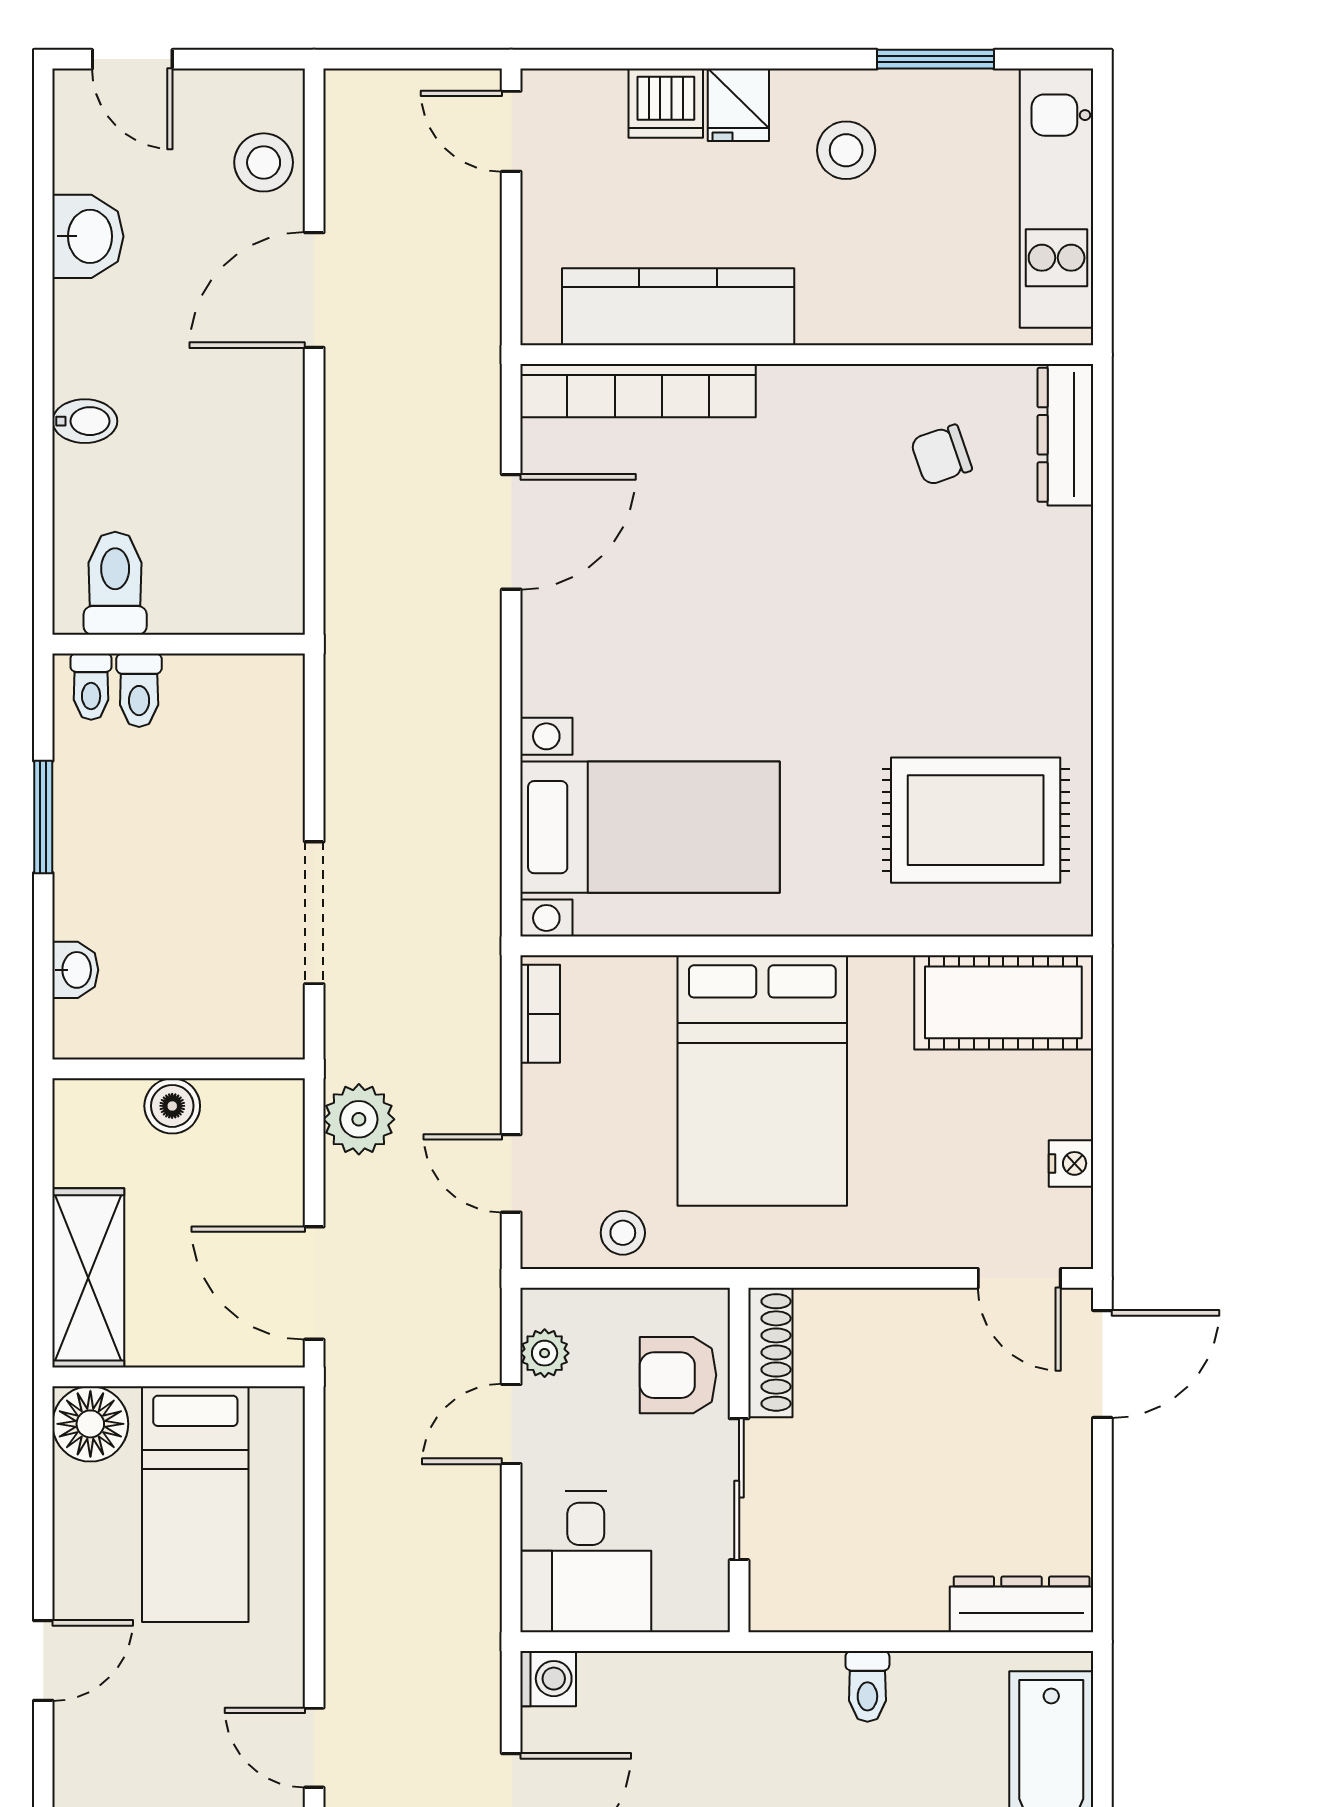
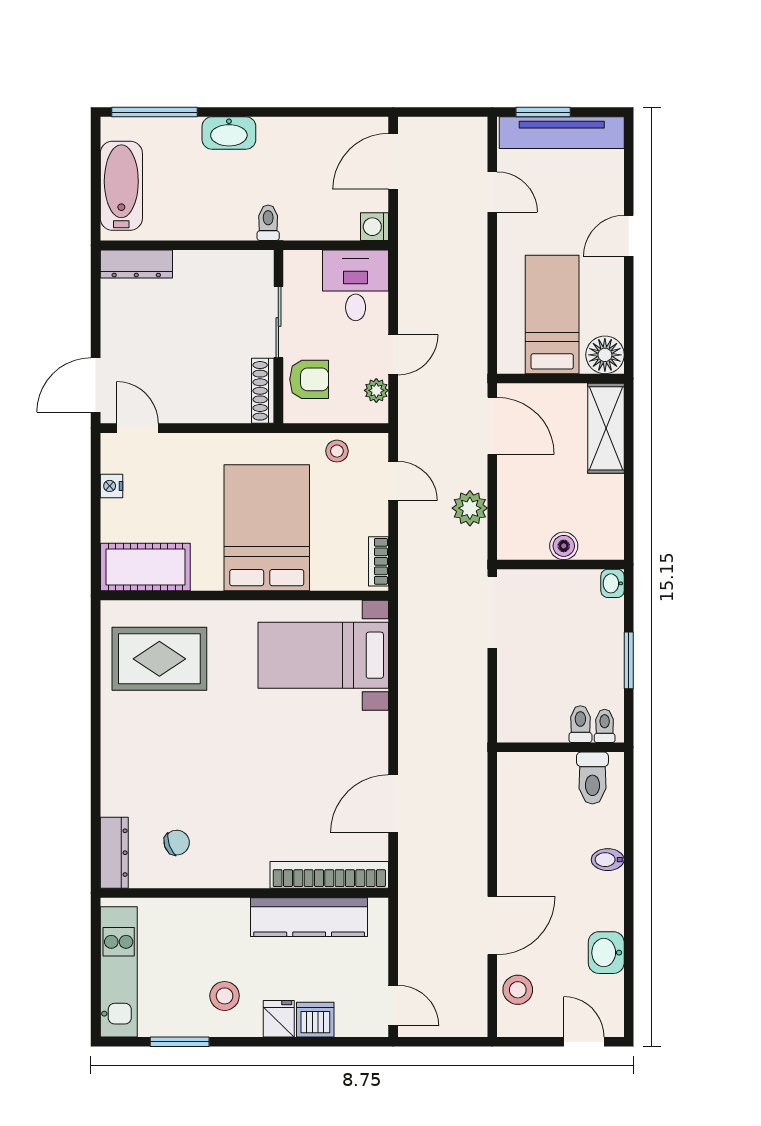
wall: (179, 1069) -> (560, 565), moved
boiler: (172, 1106) -> (564, 546), moved
toilet: (867, 1686) -> (268, 223), moved

